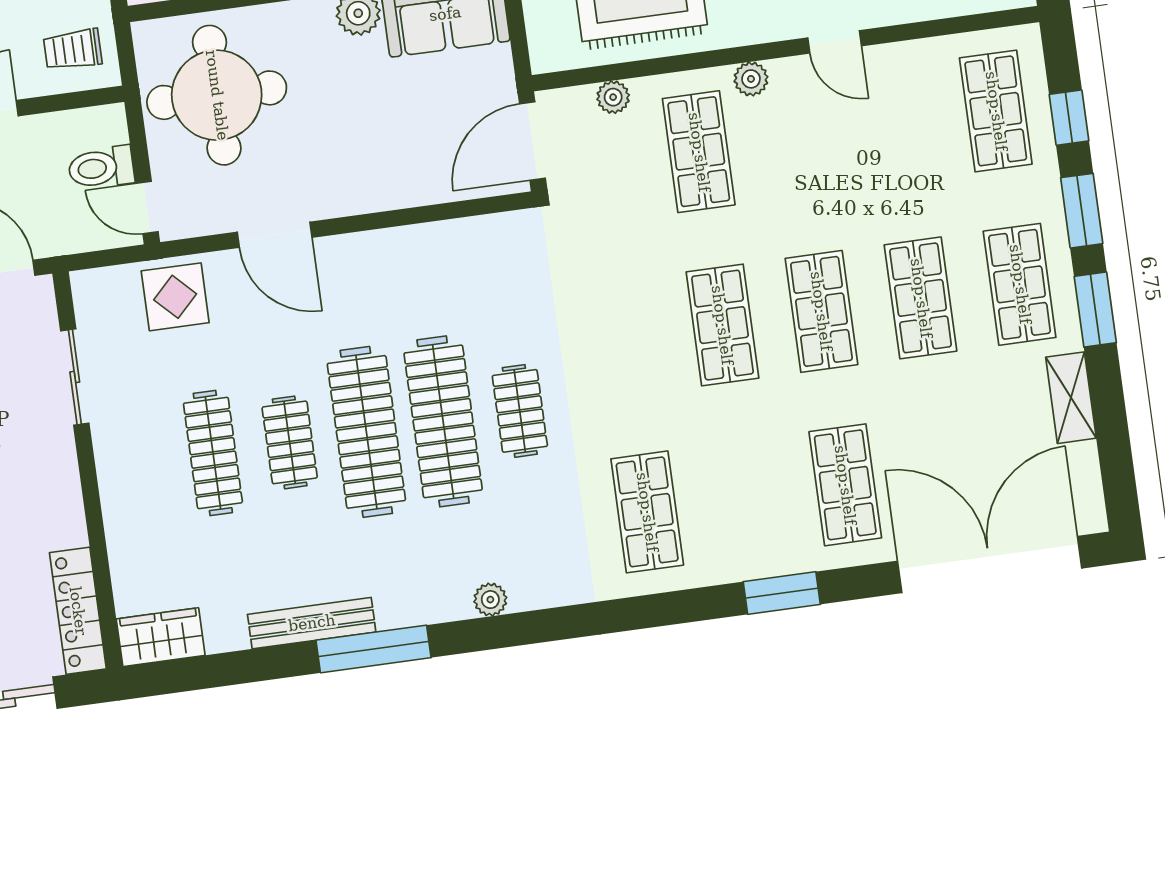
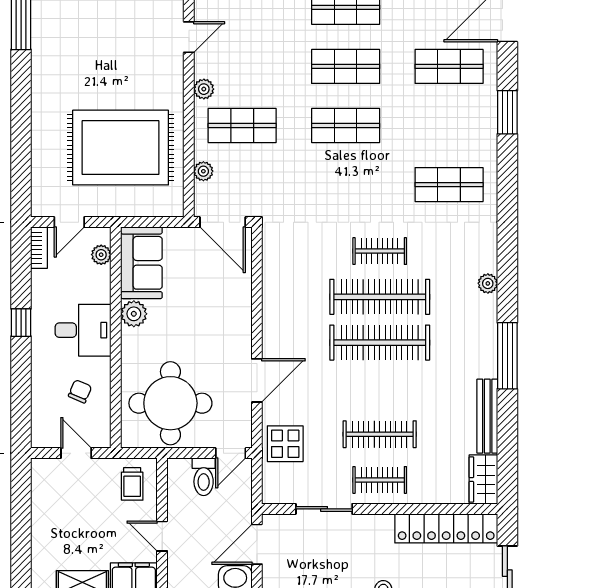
clothes rail: (290, 442) -> (380, 480), moved
locker: (78, 611) -> (446, 528), width x1.41, depth x1.21
bench: (312, 623) -> (487, 416), moved

